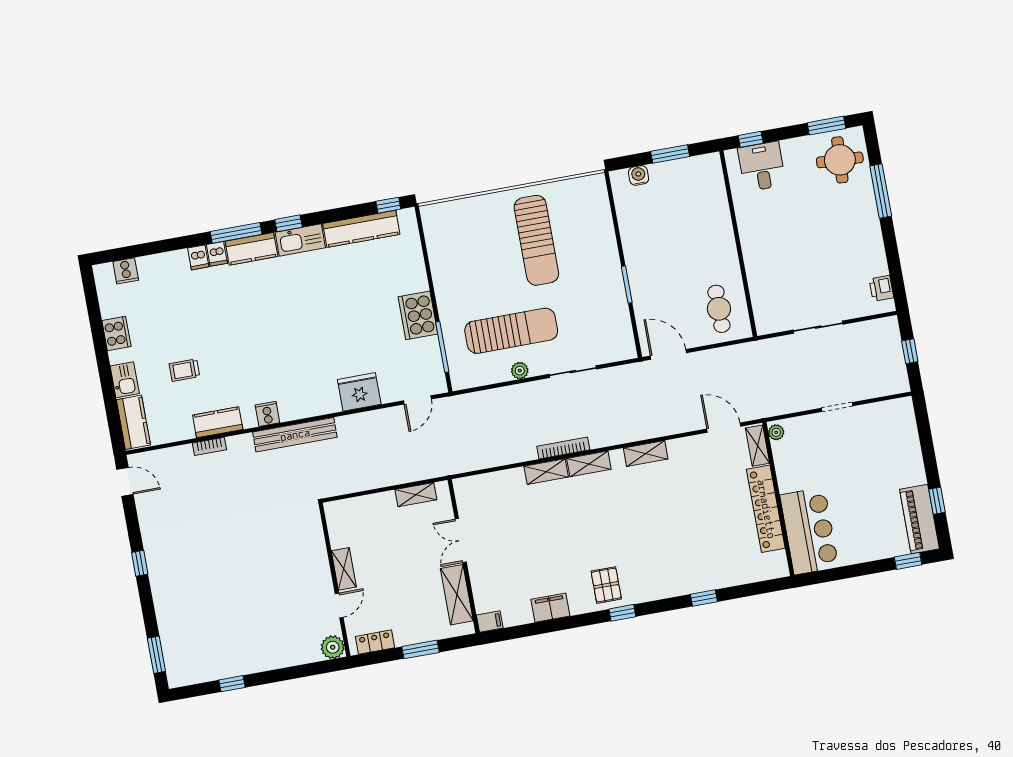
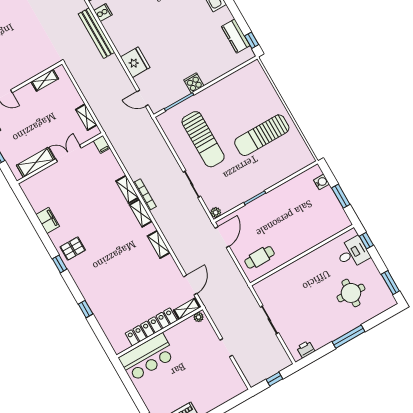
round table: (840, 160) -> (351, 293), moved
window: (881, 191) -> (349, 337), moved
kitchen counter: (361, 229) -> (236, 36), width x0.67
cooker: (418, 315) -> (194, 83), width x0.53, depth x0.76
plant: (520, 371) -> (216, 212), moved
shelving: (344, 569) -> (45, 80), moved
filing cabinet: (490, 622) -> (102, 144), moved

